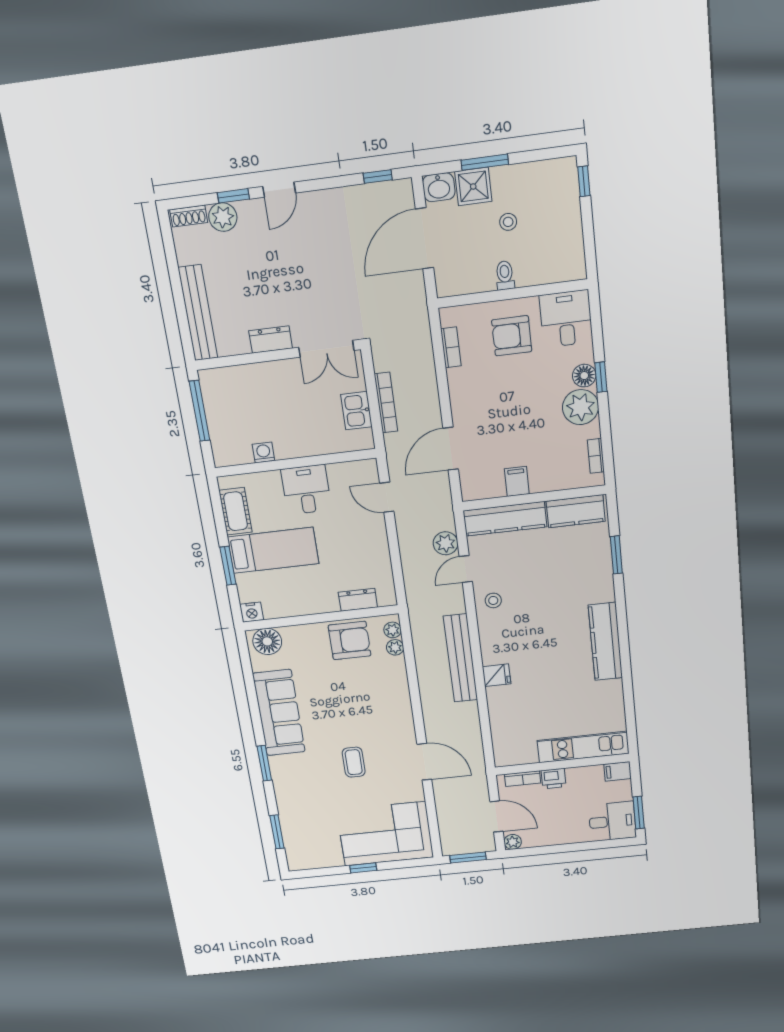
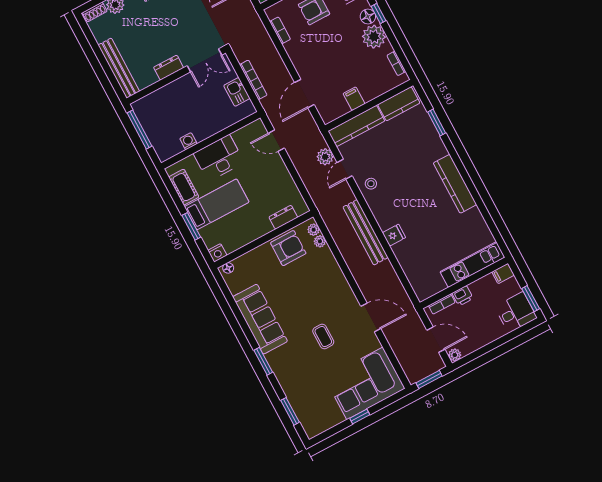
desk: (306, 490) -> (219, 158), width x1.37
floor lamp: (267, 641) -> (228, 268), width x0.53, depth x0.53

